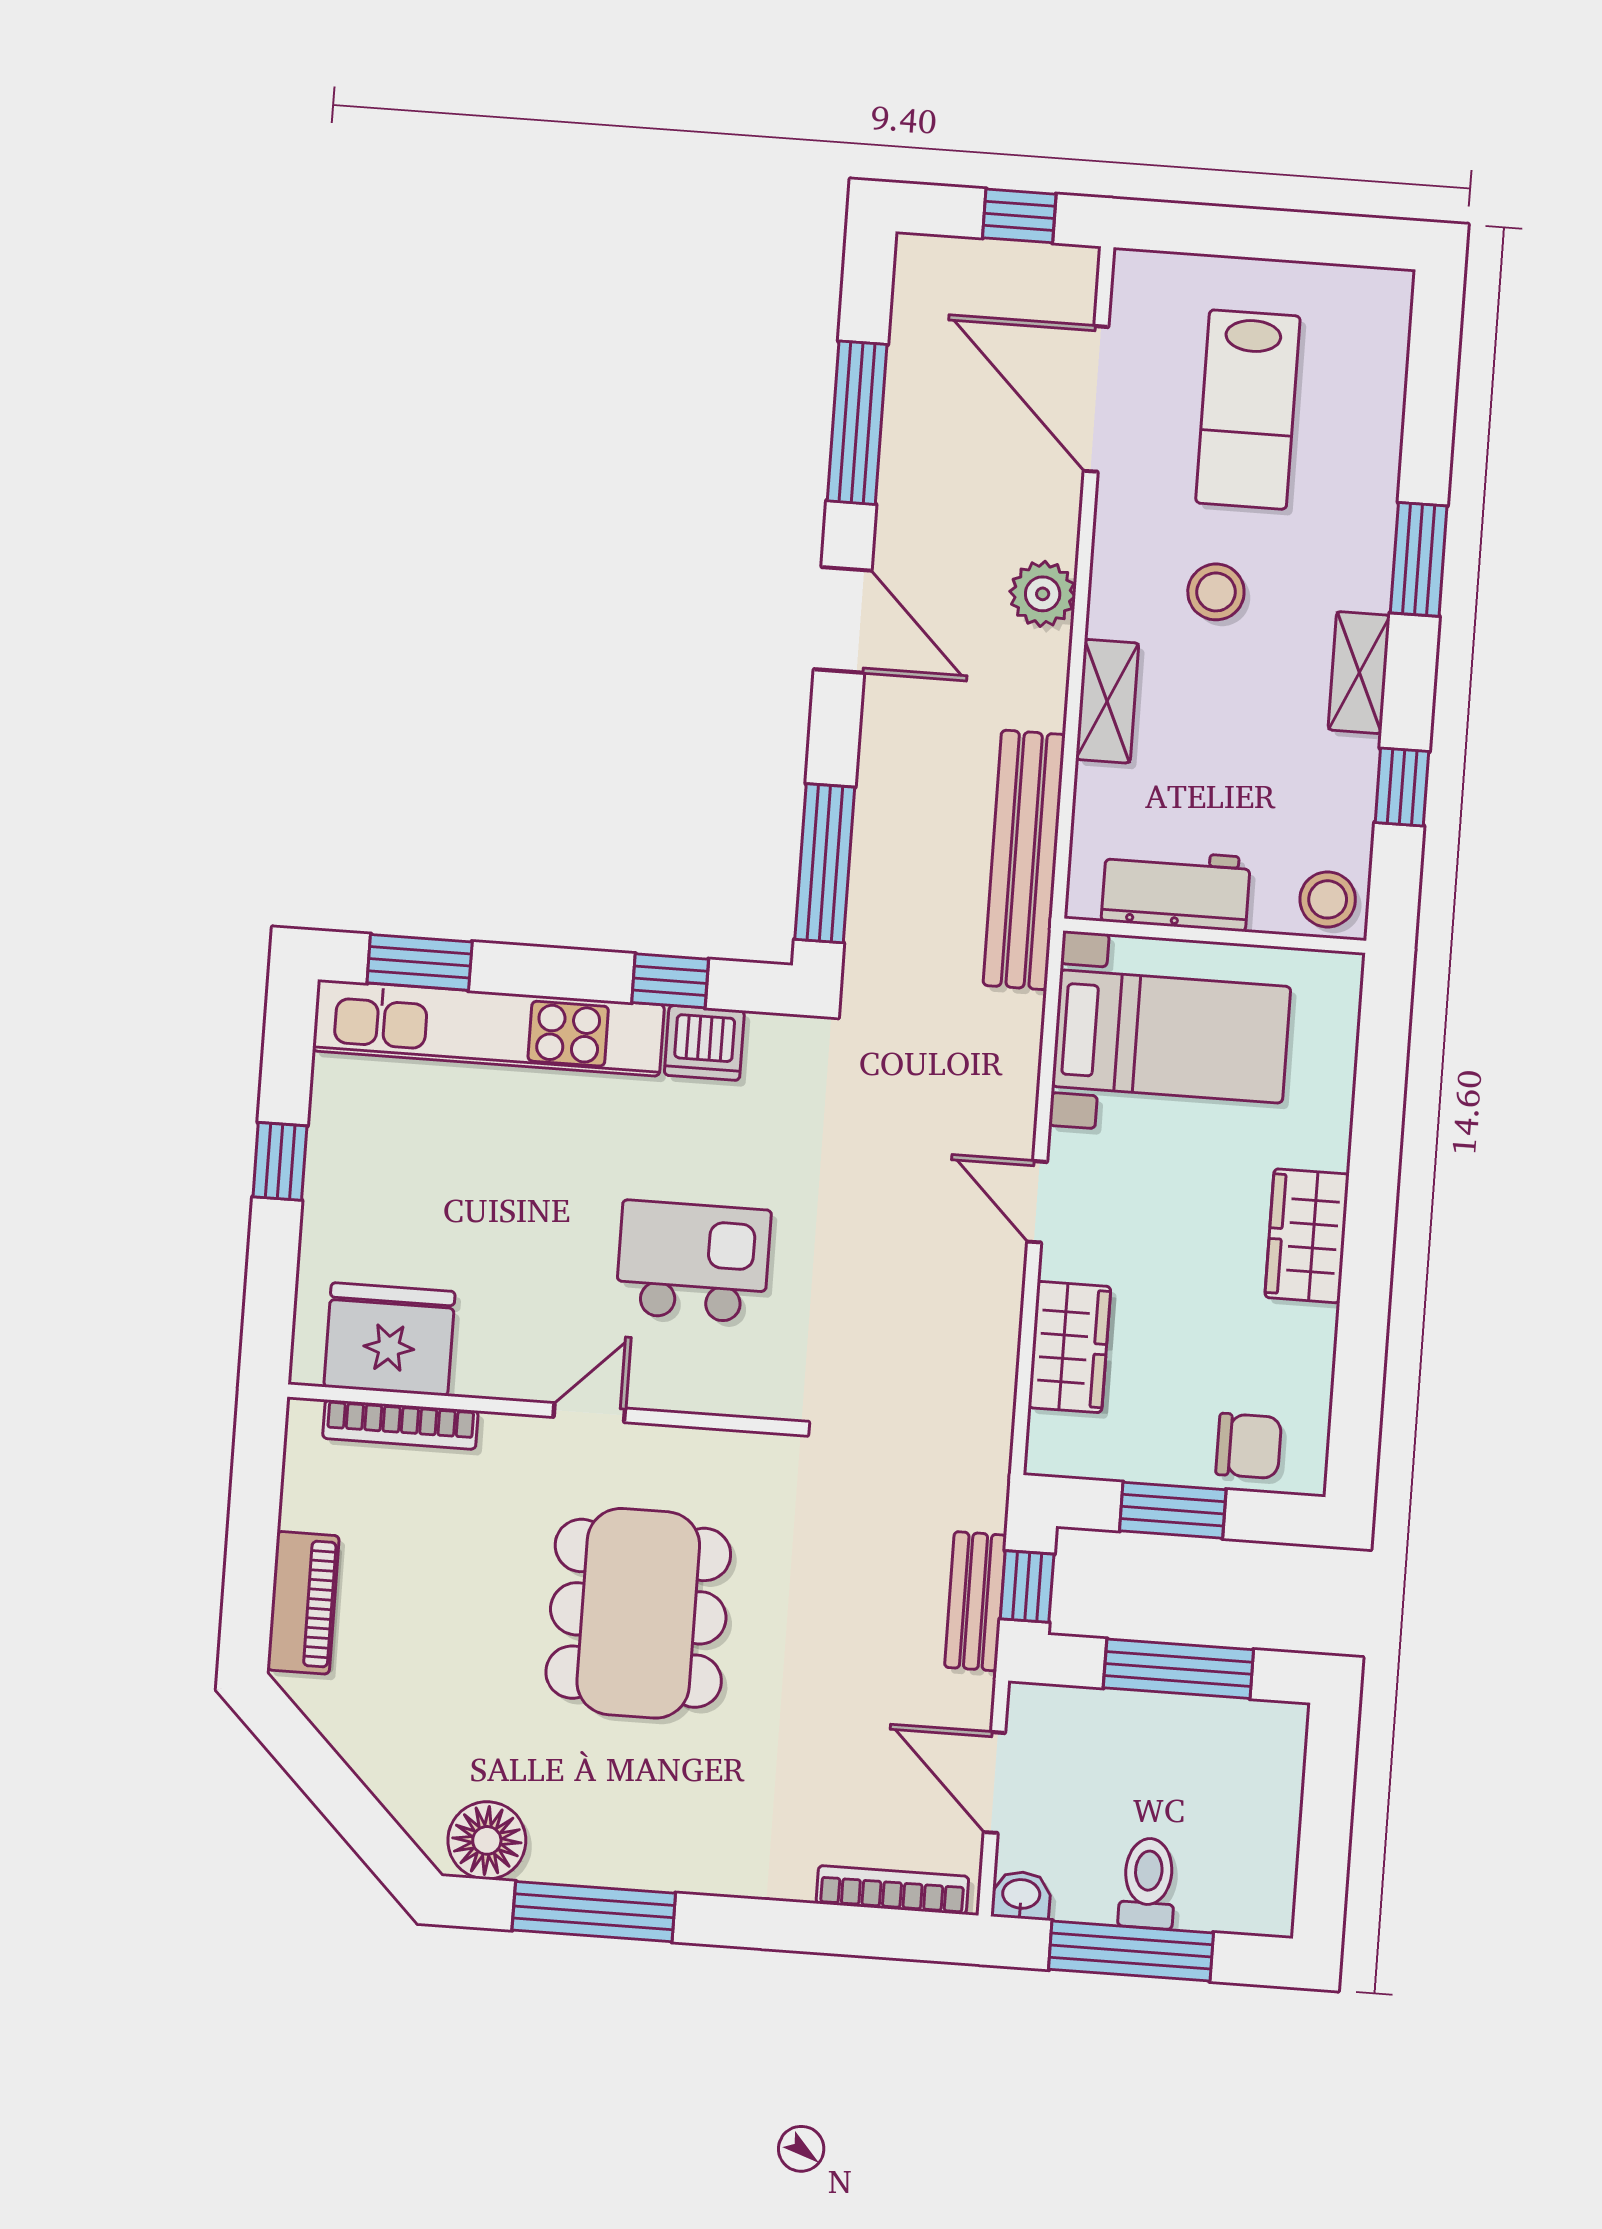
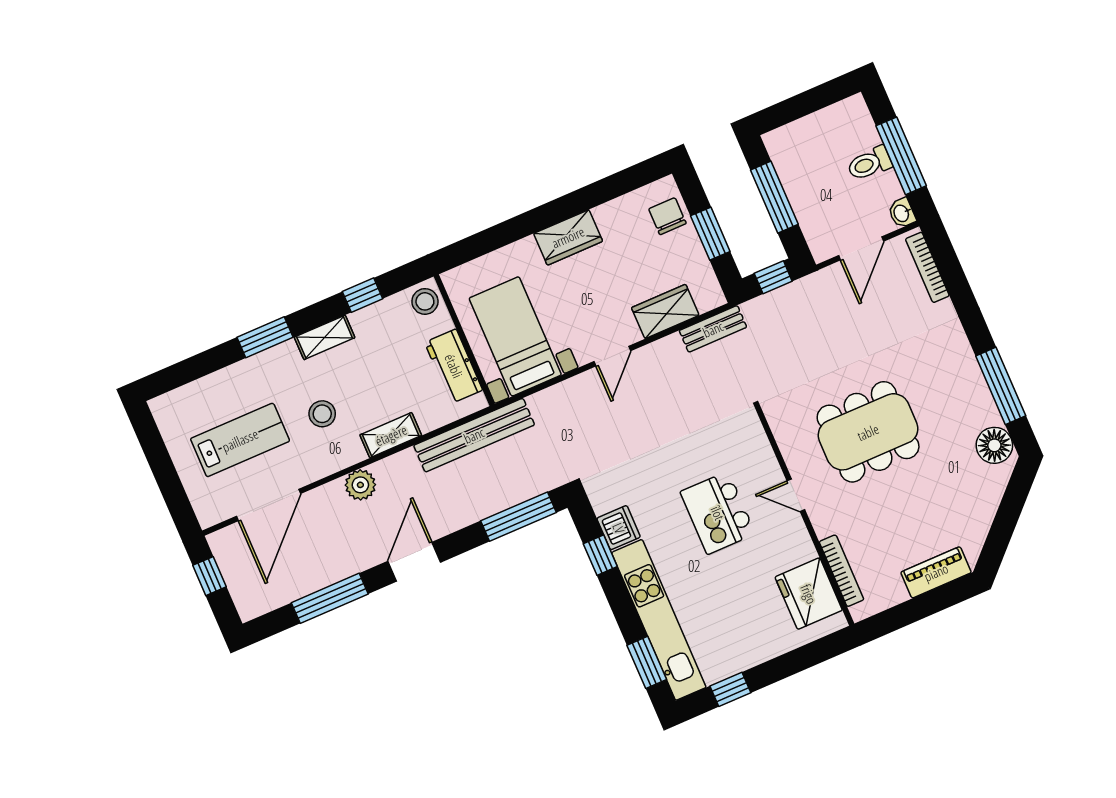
window: (280, 1161) -> (730, 689), moved
kitchen island: (693, 1262) -> (718, 513), moved
bench: (976, 1601) -> (713, 329), moved

